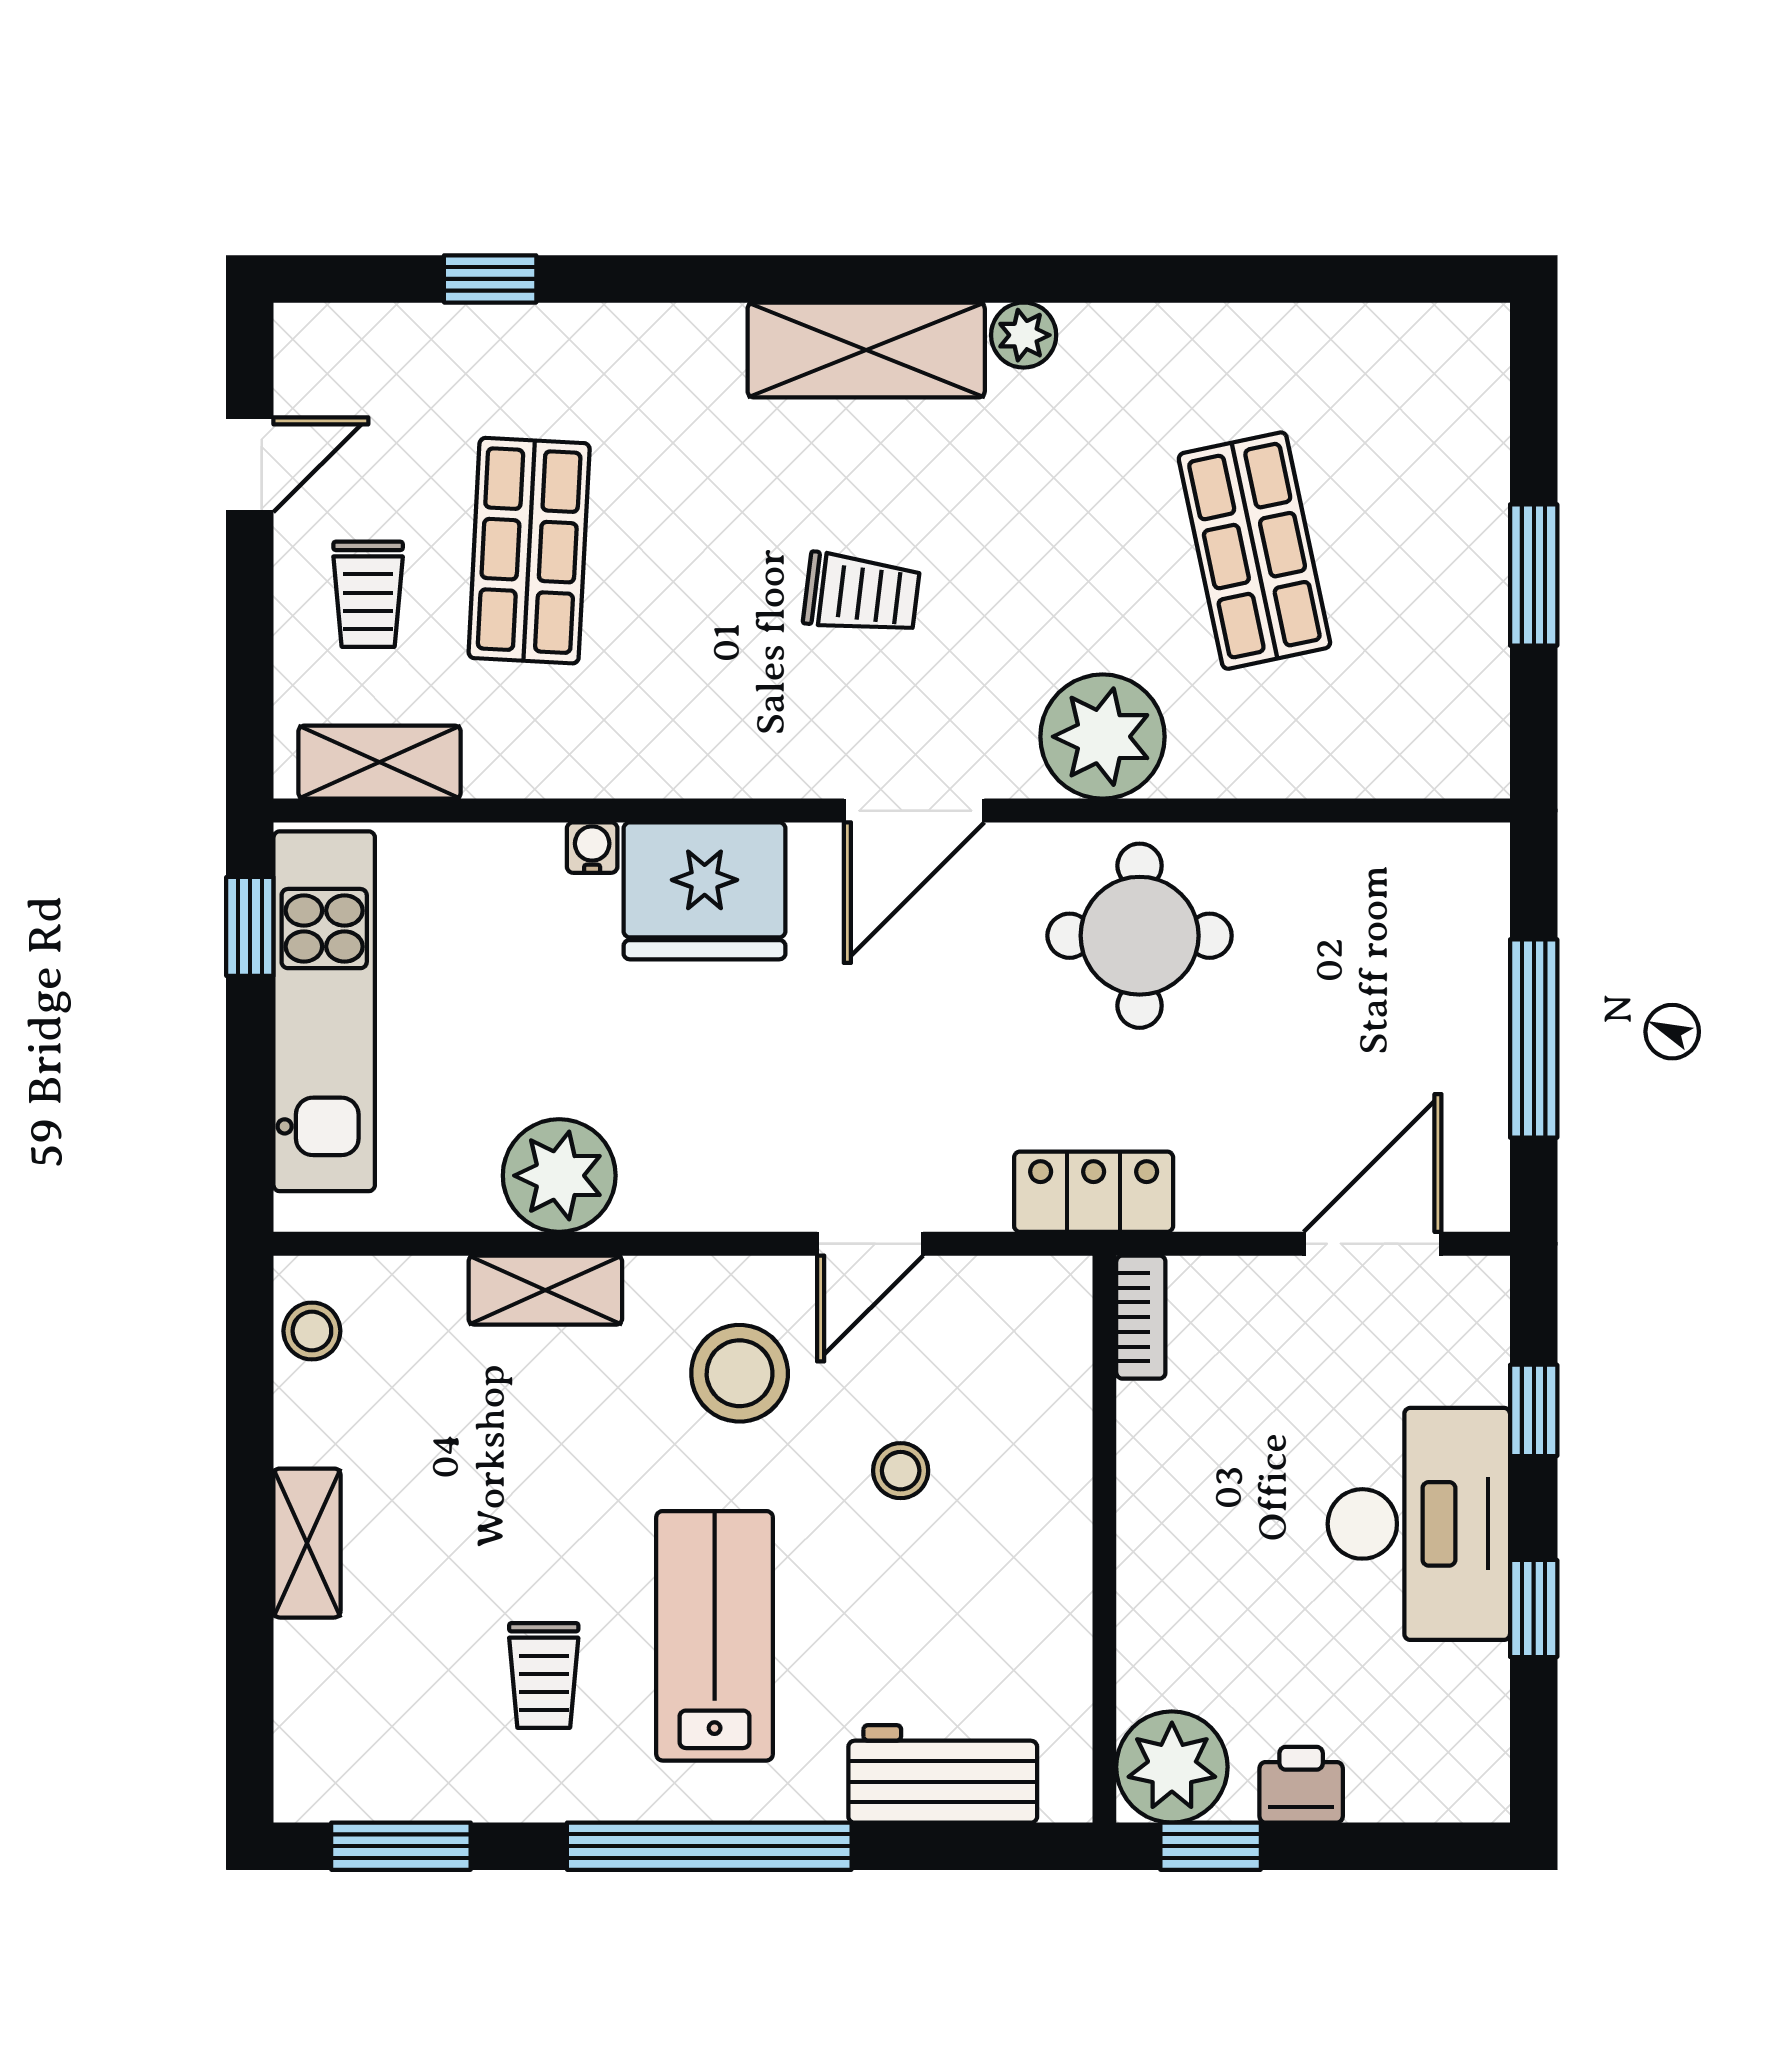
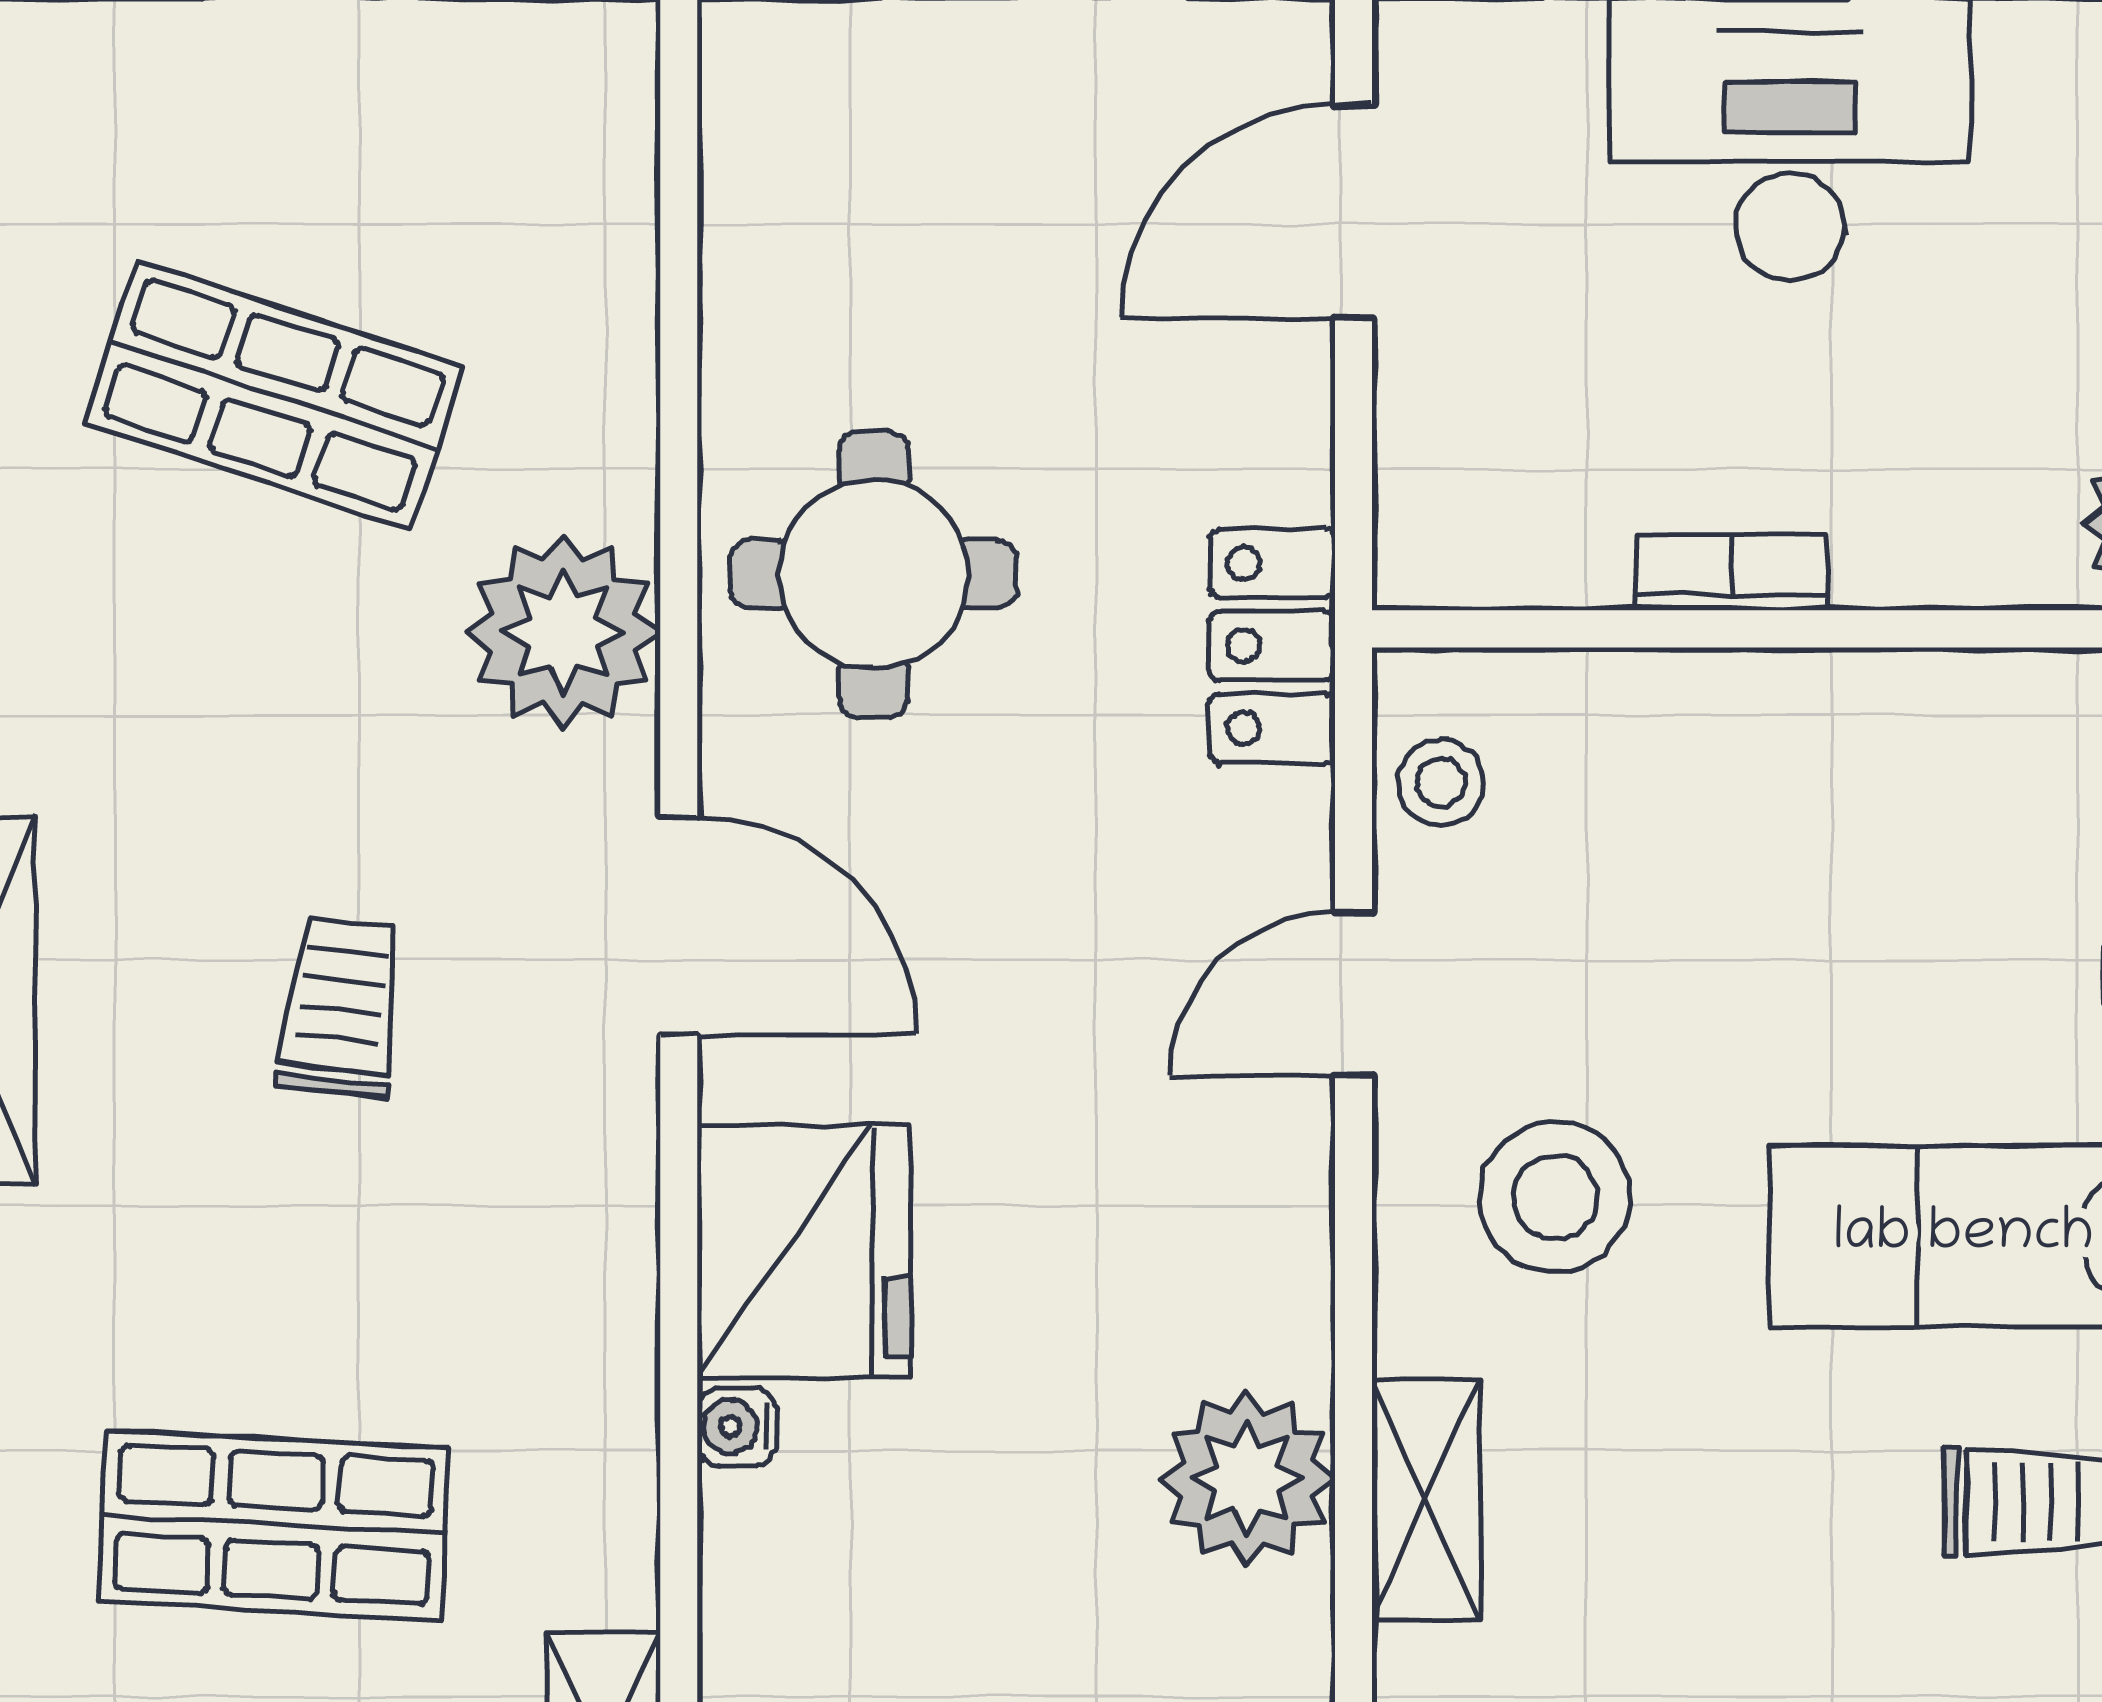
shop shelf: (1254, 551) -> (274, 395), turned 30
door: (870, 1244) -> (1353, 994), swing flipped
door: (1373, 1244) -> (1353, 211), hinge flipped
bookcase: (1141, 1317) -> (1732, 572), moved
stool: (901, 1471) -> (1441, 782), moved

